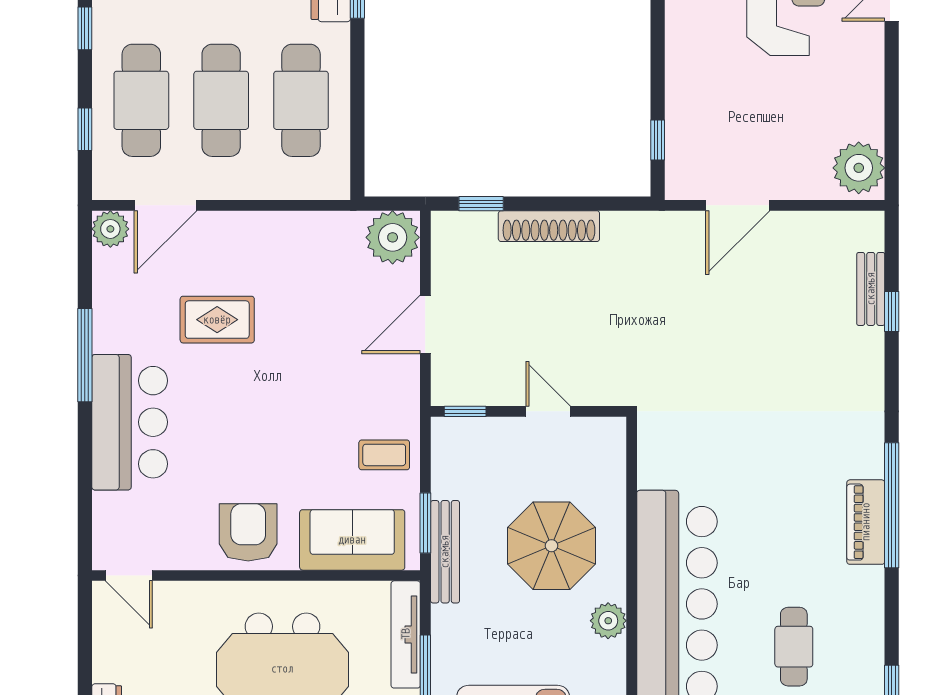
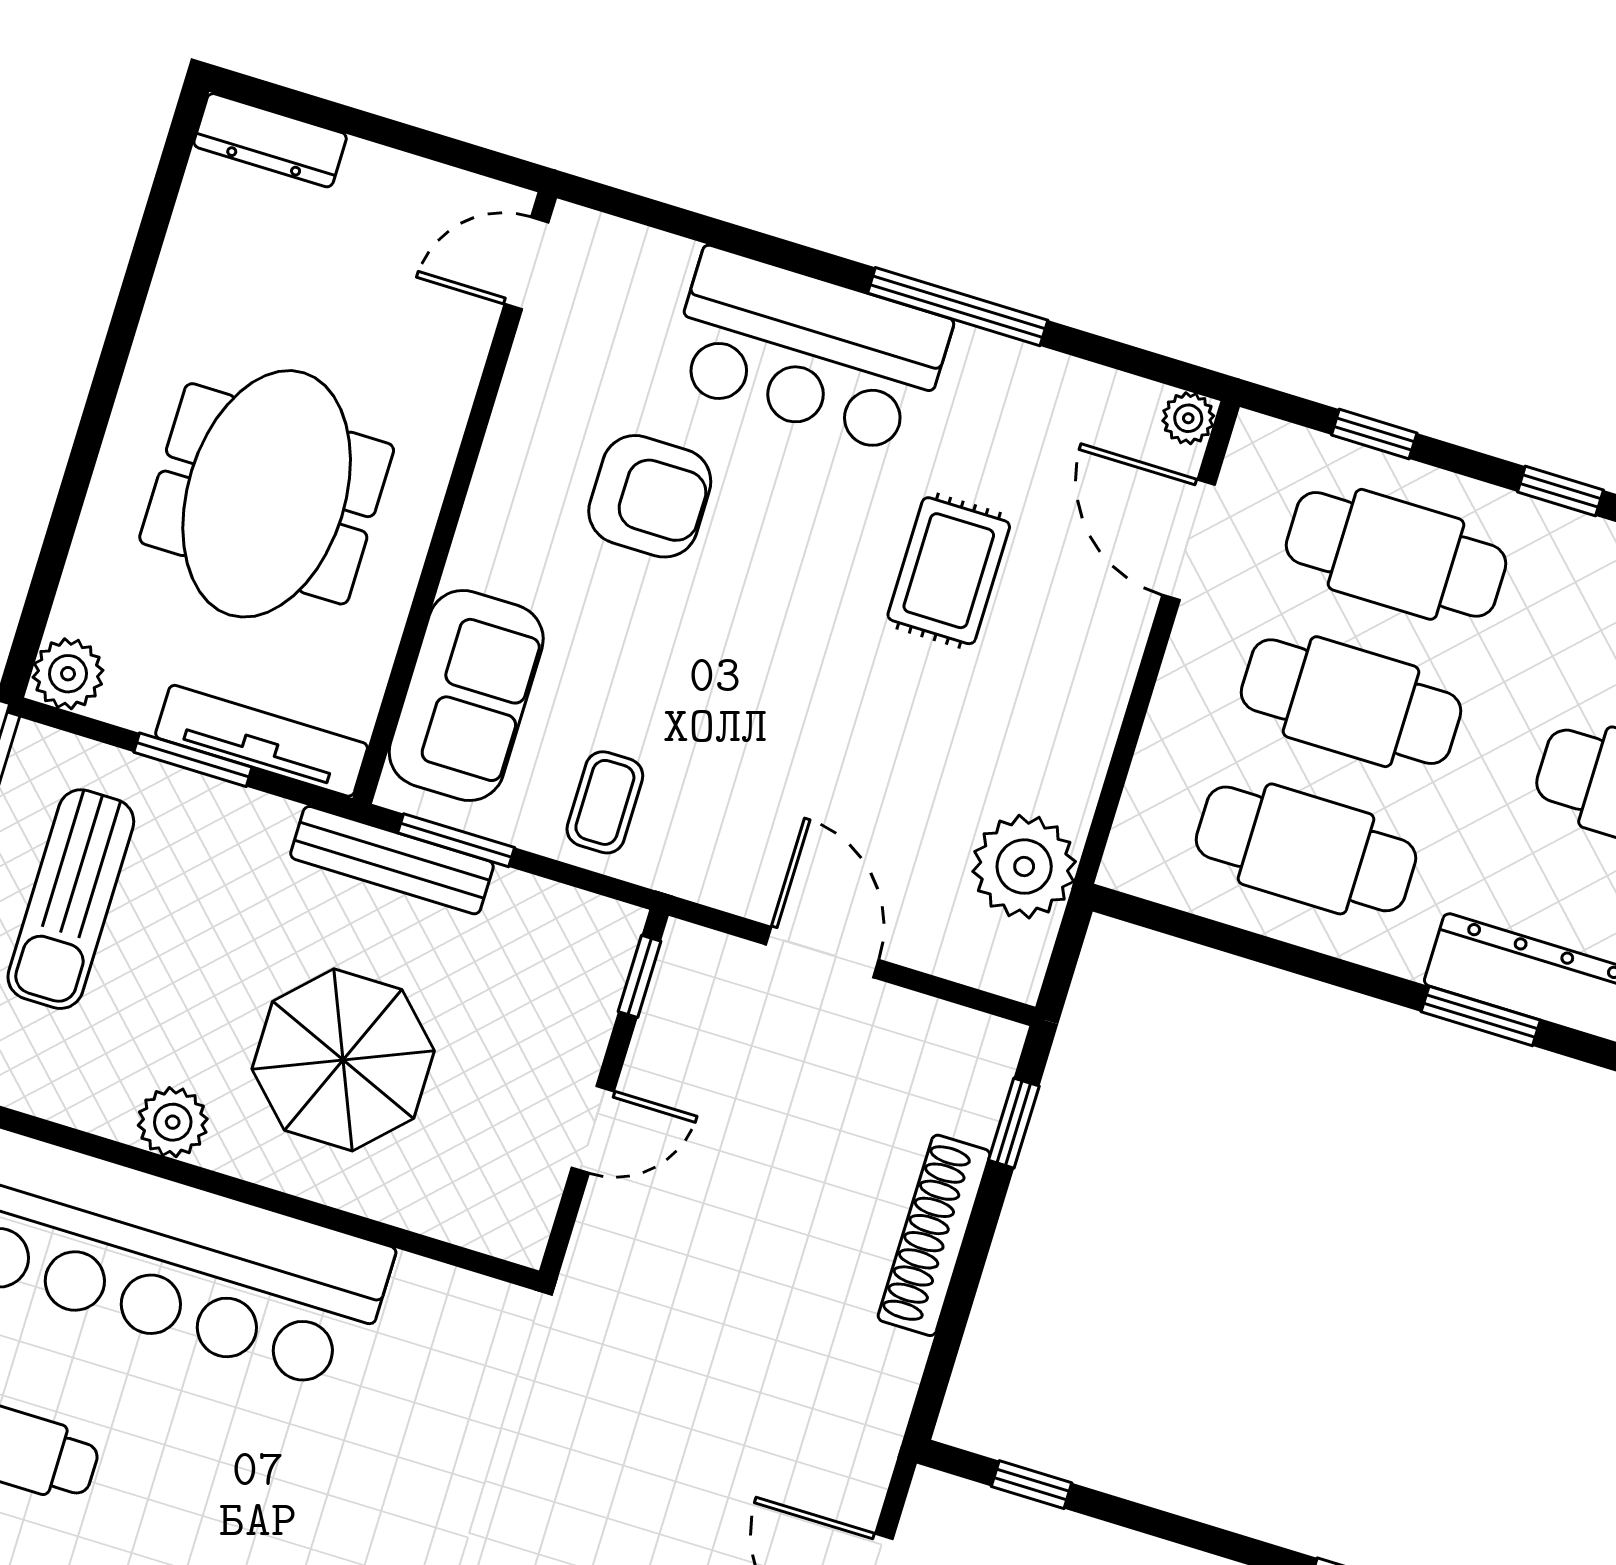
plant: (110, 229) -> (1188, 418), width x0.73, depth x0.73
plant: (393, 237) -> (1024, 867), moved
armchair: (248, 532) -> (650, 496), moved

